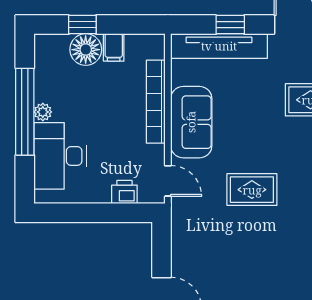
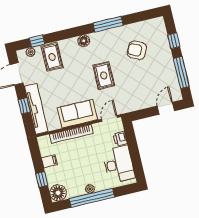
floor lamp: (86, 50) -> (58, 193), moved
desk: (60, 156) -> (119, 164), moved, turned -90
armchair: (285, 264) -> (137, 50), added

